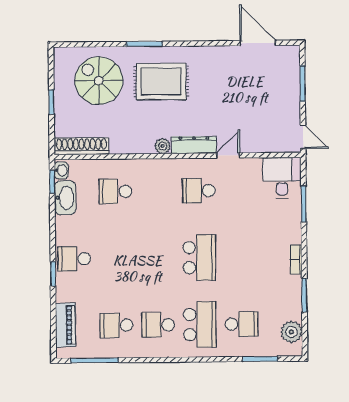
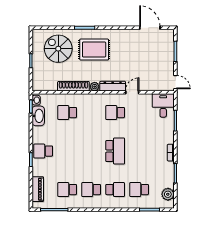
shoe rack: (81, 146) -> (73, 86), moved
school desk: (242, 324) -> (139, 190), turned 180
school desk: (200, 325) -> (115, 190), width x0.54

